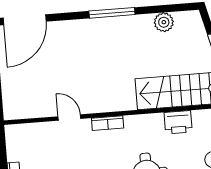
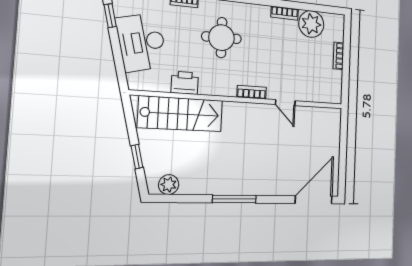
plant: (164, 22) -> (169, 185), moved

